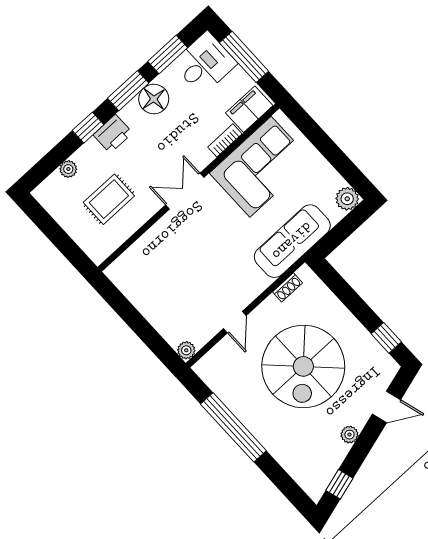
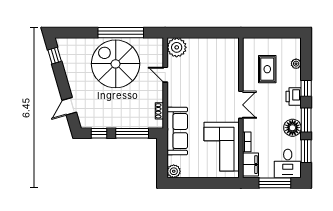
window: (348, 296) -> (132, 133), added
plant: (186, 350) -> (177, 47), width x1.87, depth x1.87
spiral stairs: (303, 366) -> (116, 64), moved
plant: (349, 435) -> (72, 79), removed

